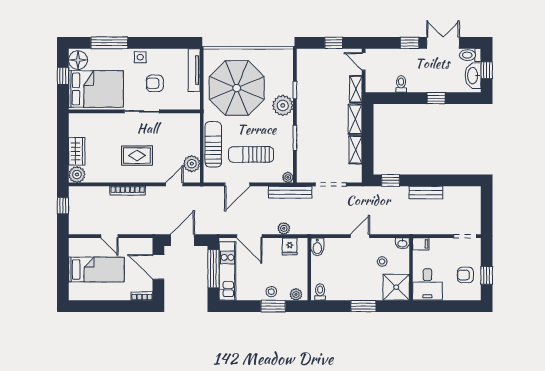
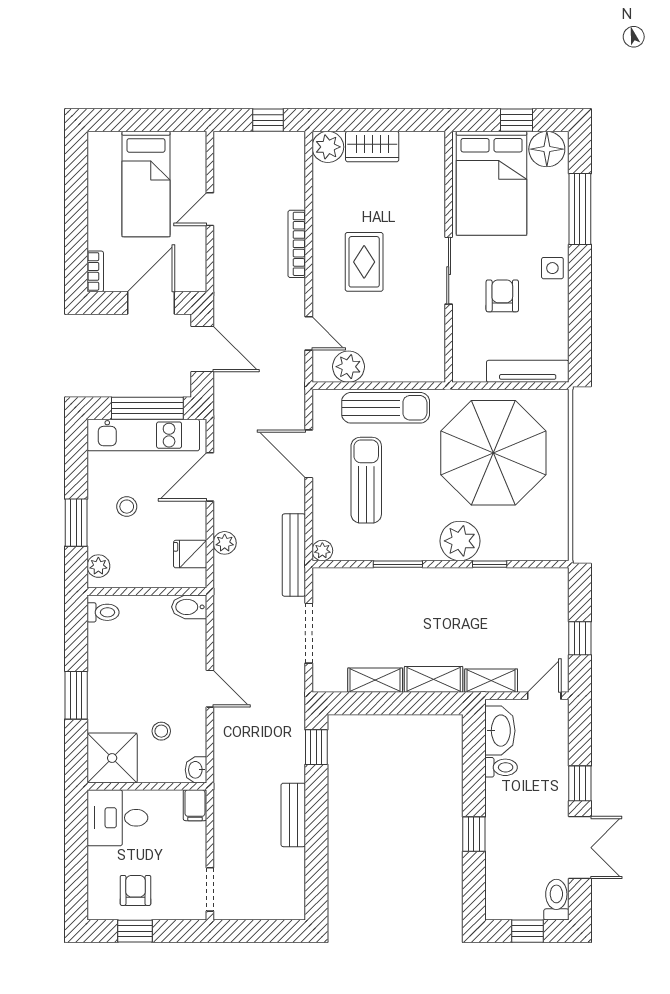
washbasin: (473, 76) -> (500, 731), moved, turned 90
stool: (271, 292) -> (127, 507), moved

